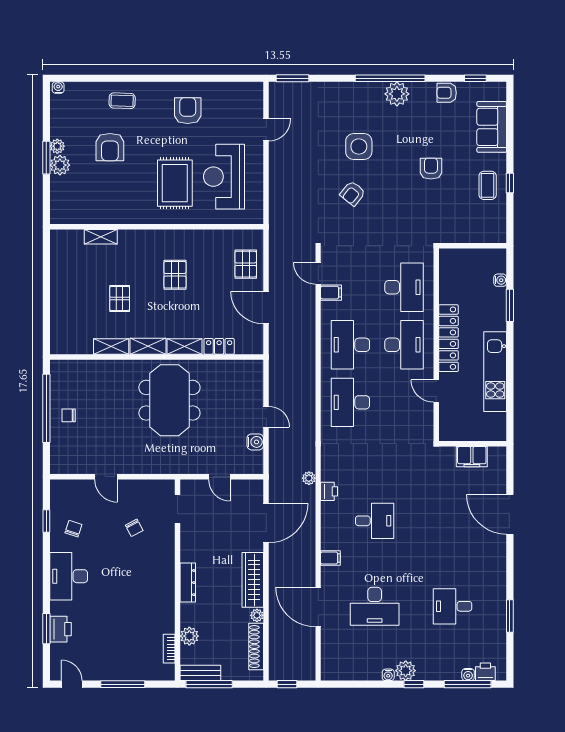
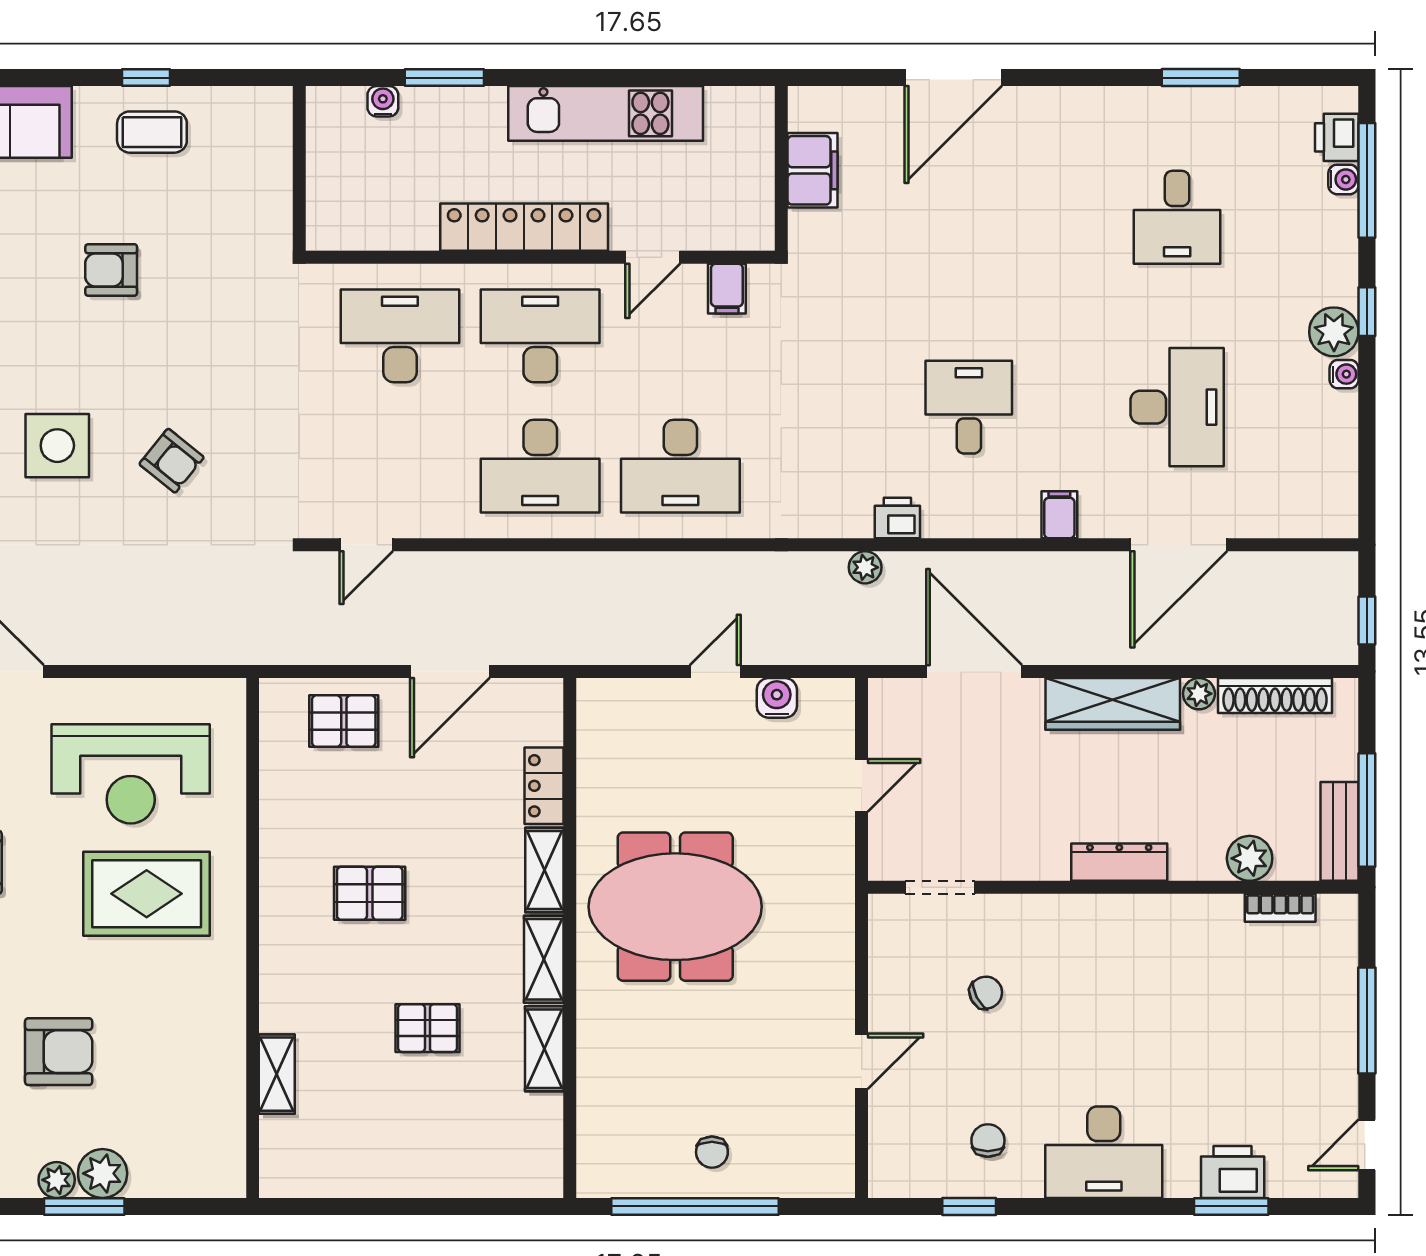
filing cabinet: (331, 293) -> (727, 289), moved, turned 180
chair: (73, 529) -> (988, 1141), turned 72

